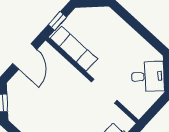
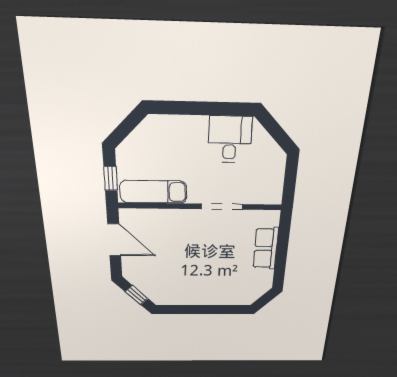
desk: (148, 76) -> (230, 140), moved, turned -45

